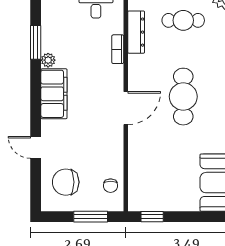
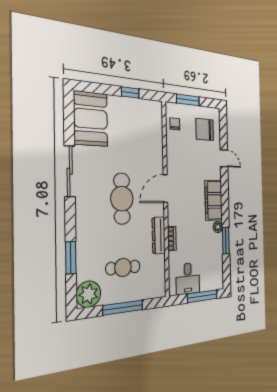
dresser: (136, 32) -> (159, 235), moved
chair: (66, 182) -> (205, 130), turned 180
window: (152, 217) -> (130, 92), moved

